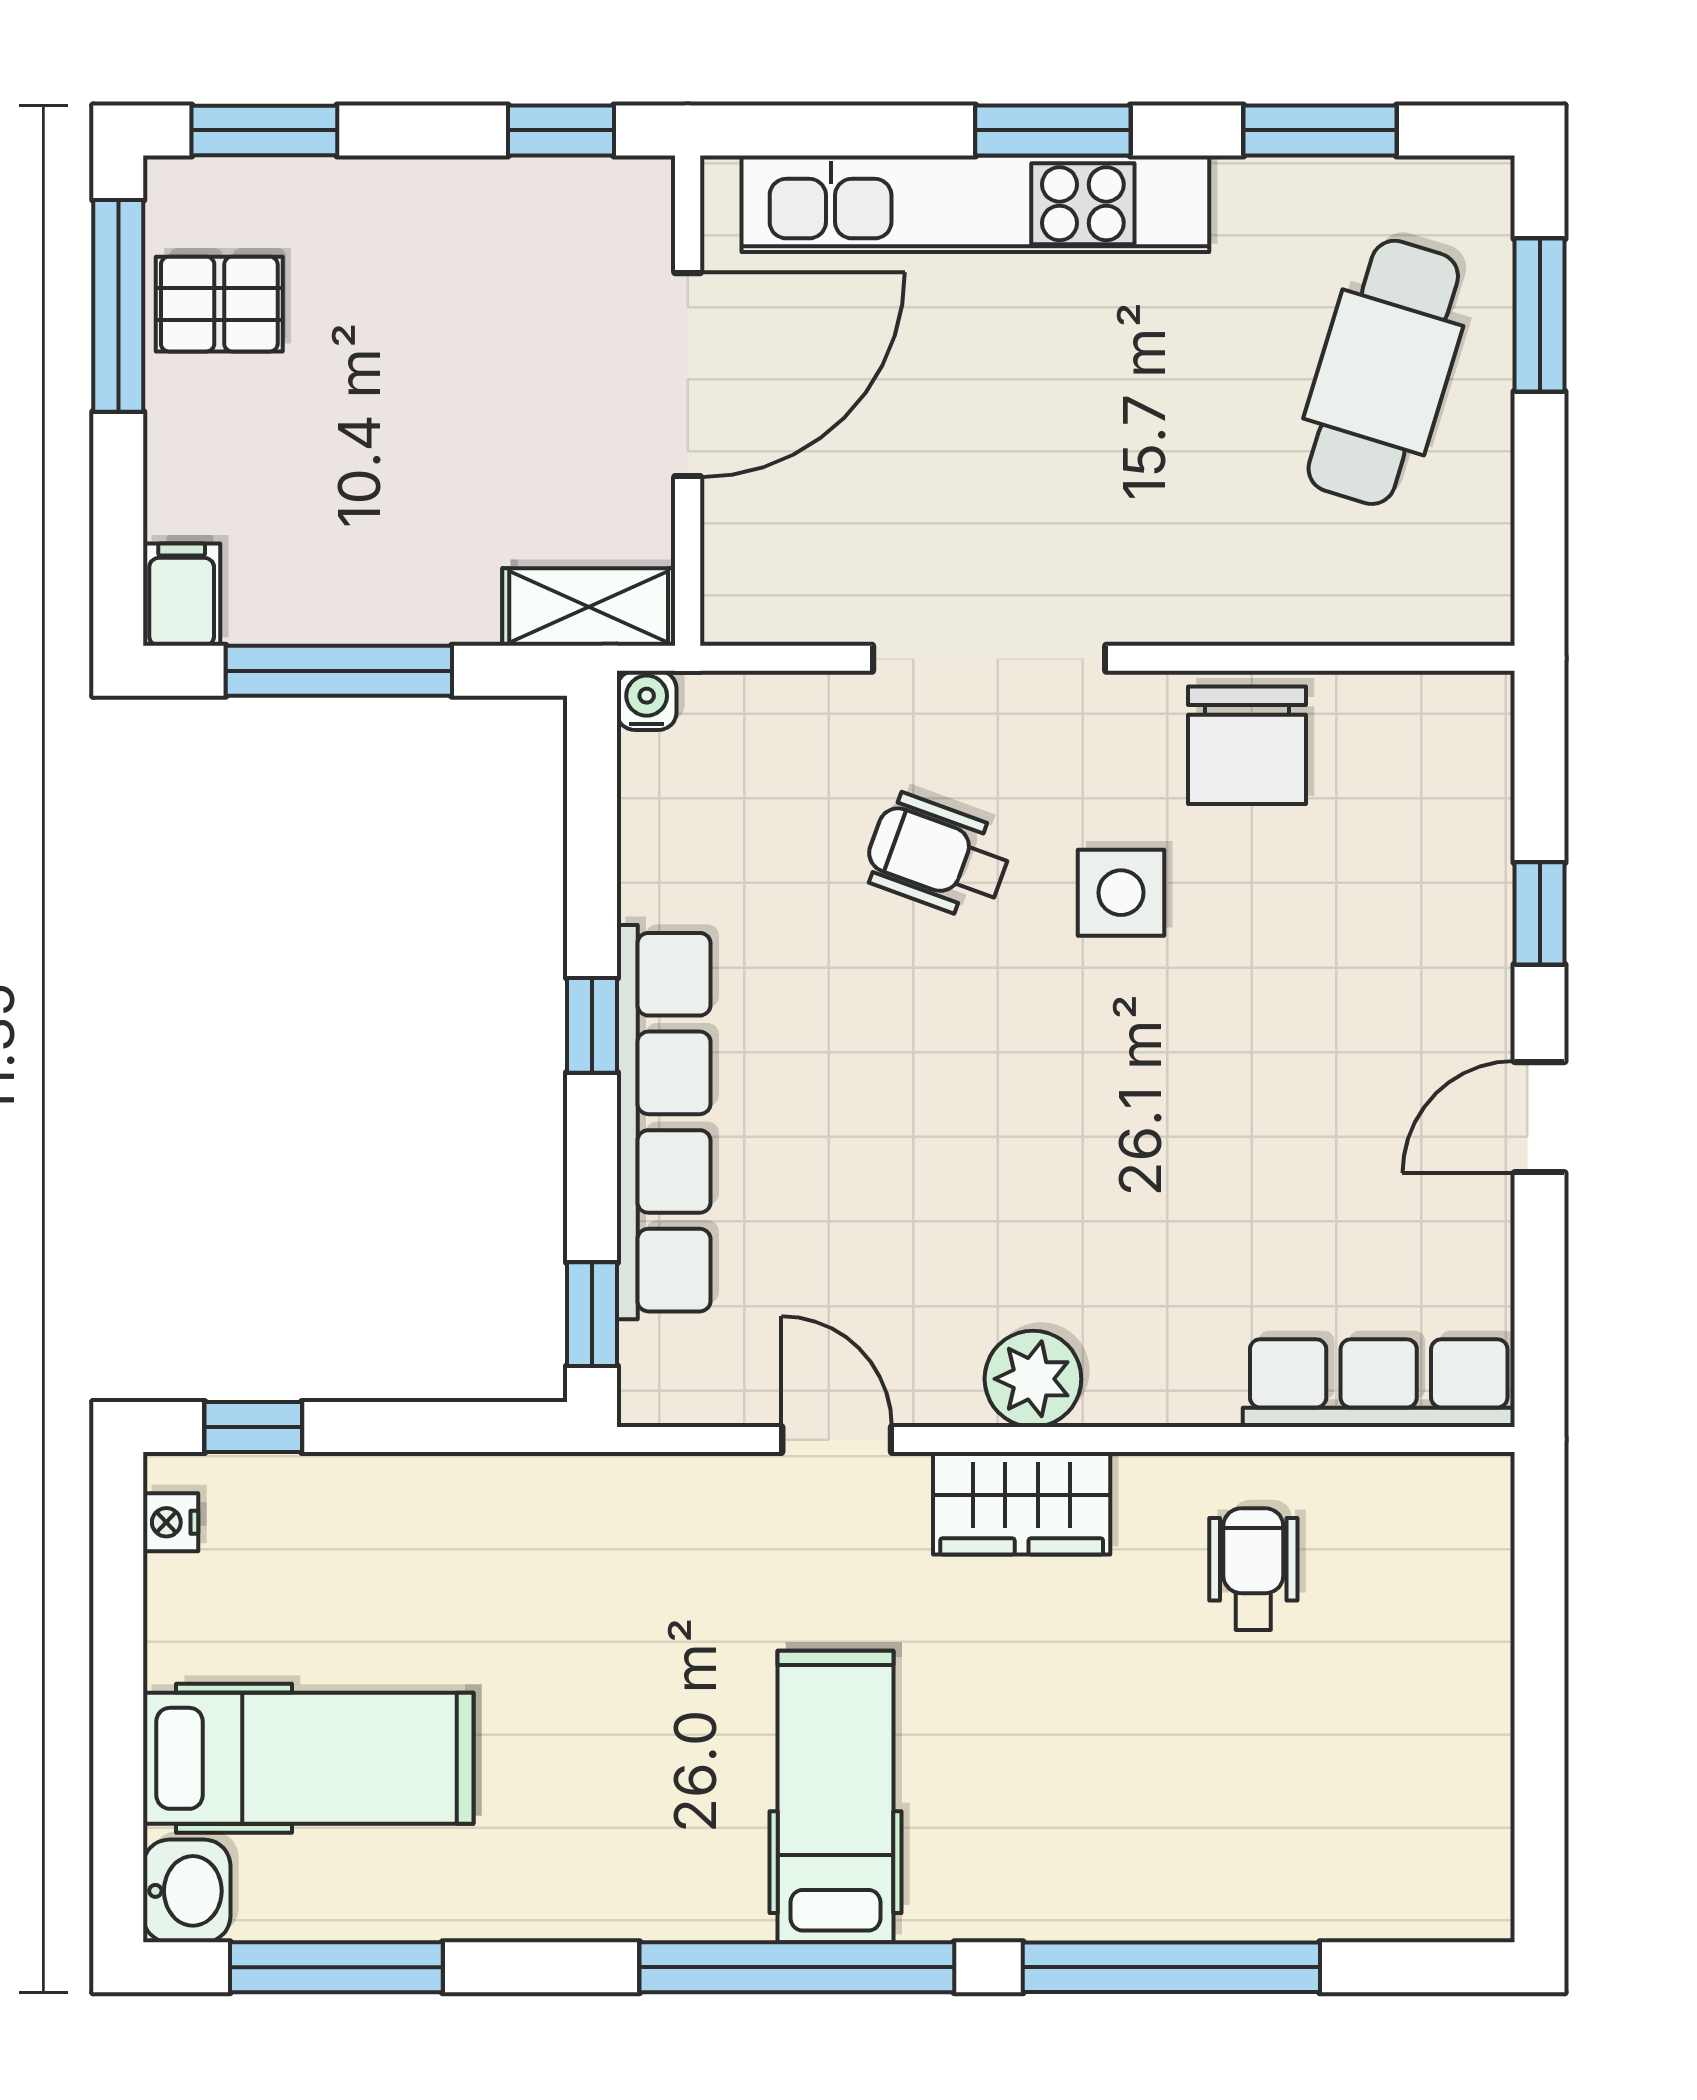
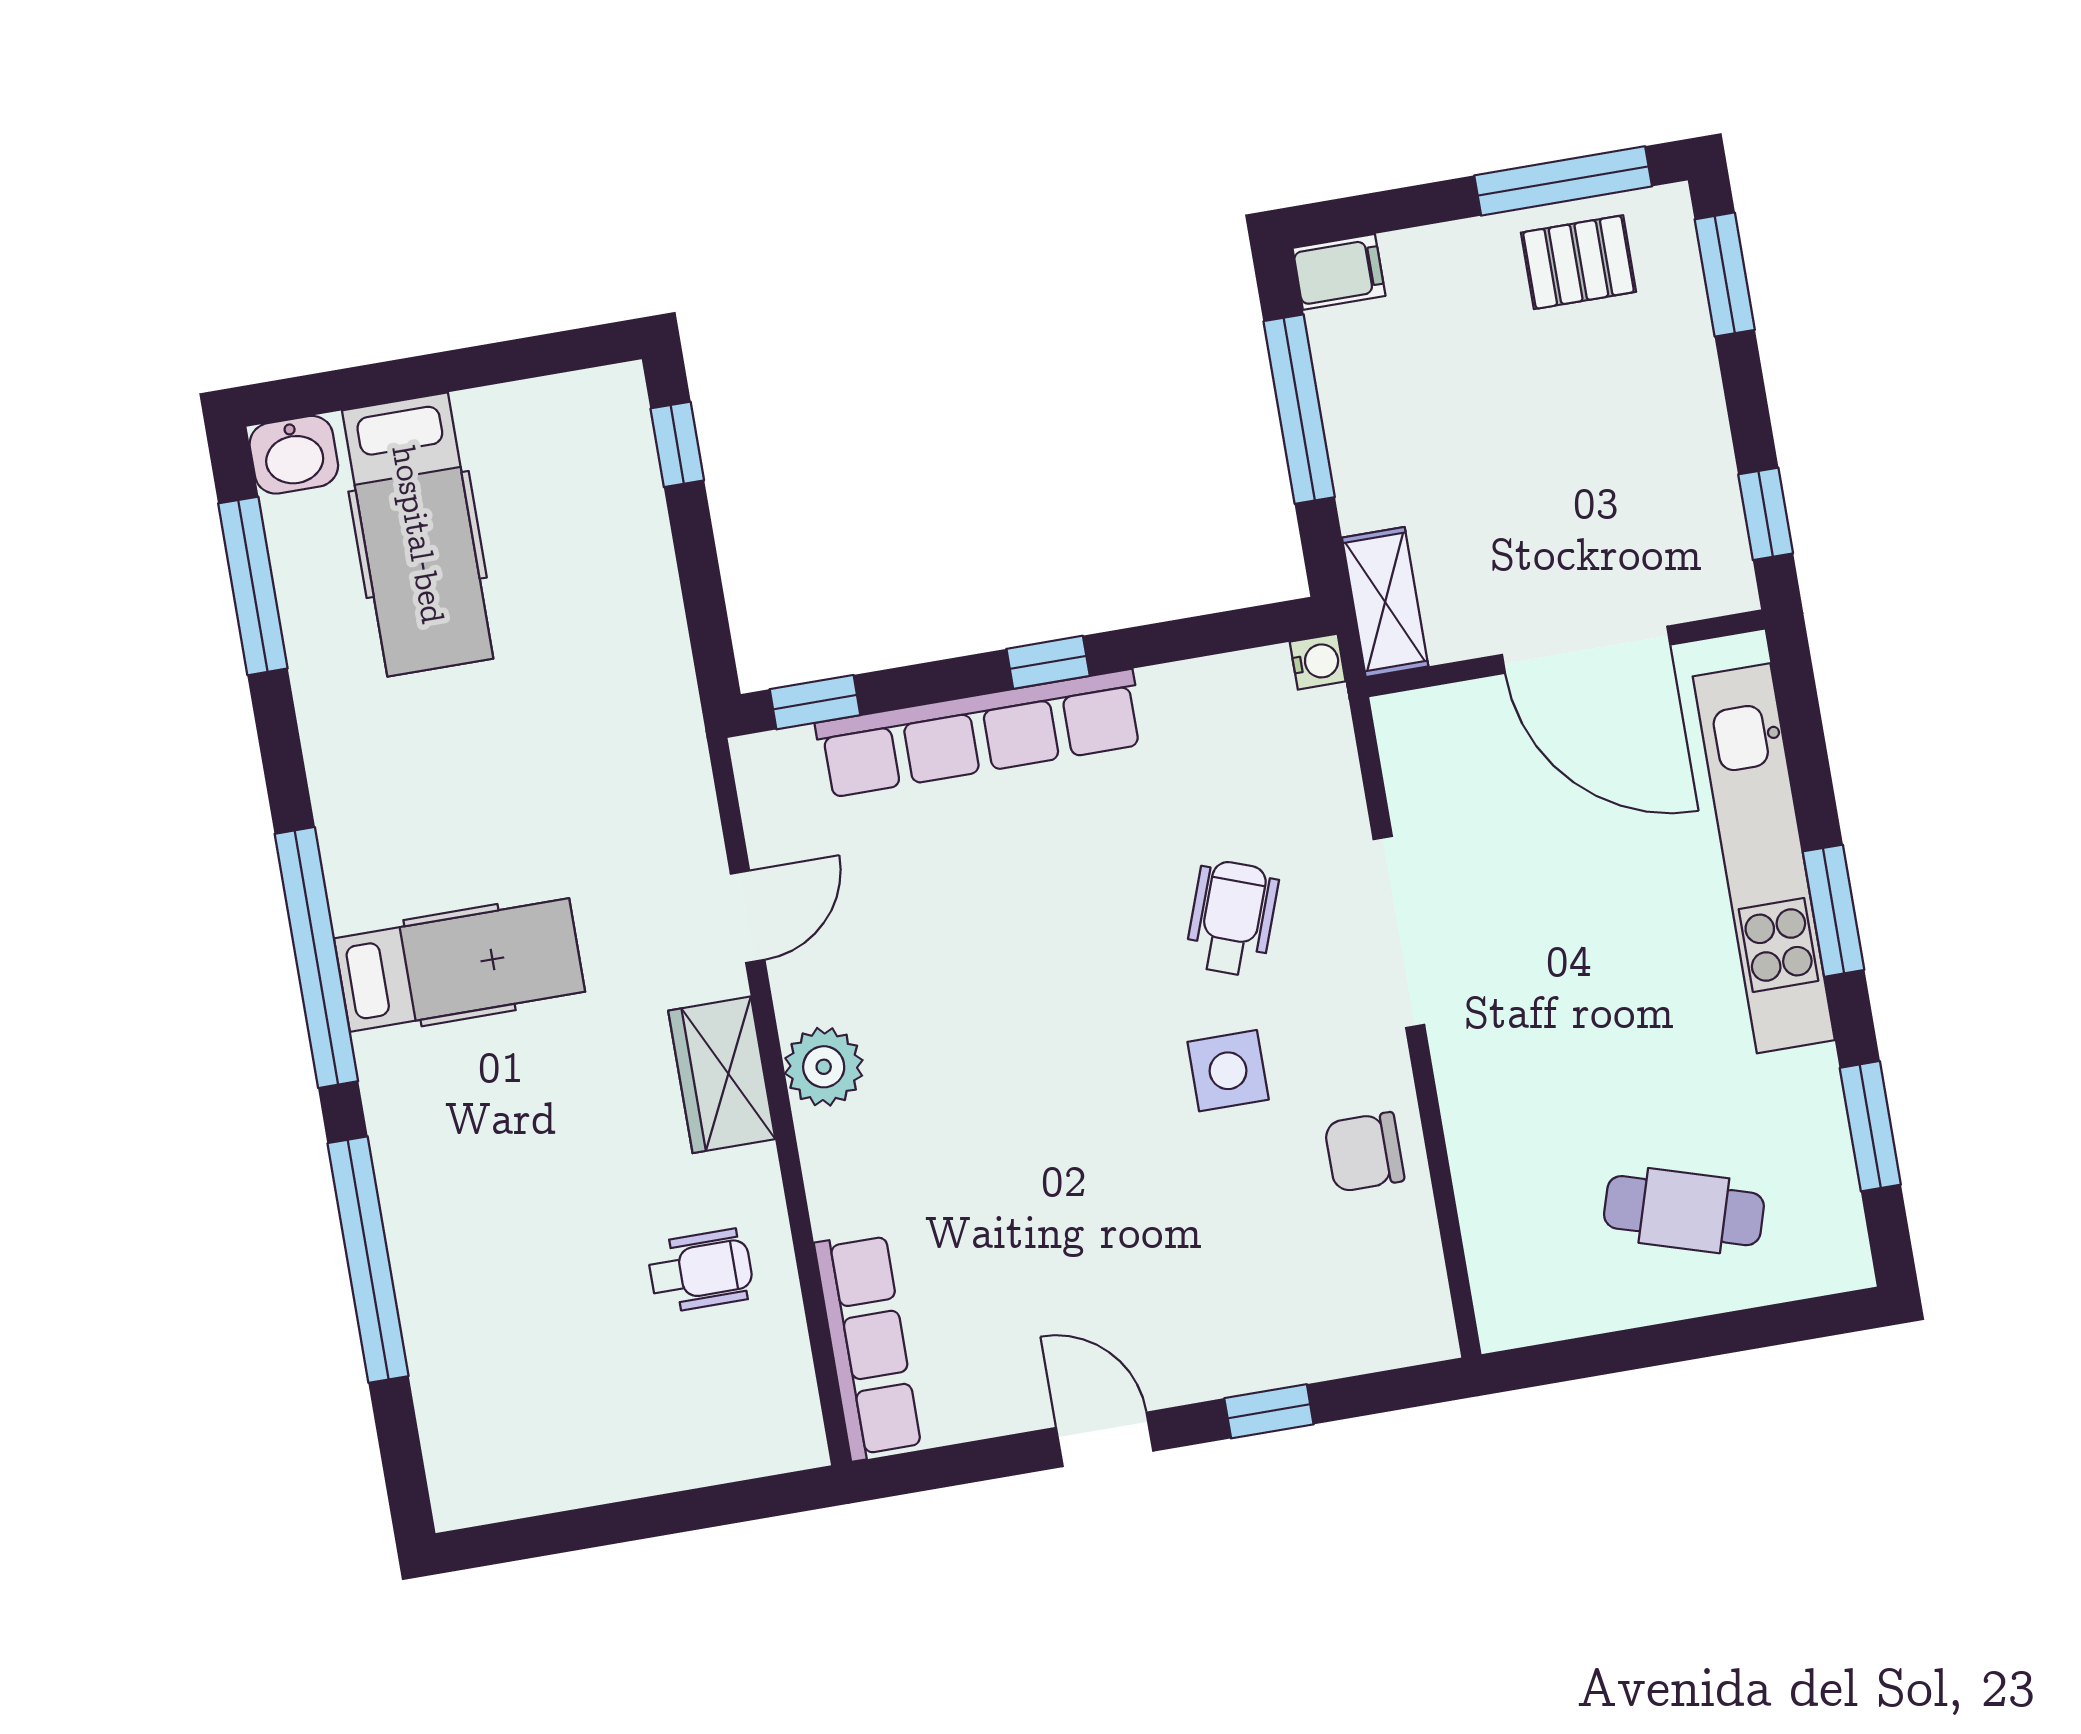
pallet: (219, 304) -> (1578, 262), turned 90
window: (1540, 315) -> (1752, 1329), removed
cafe table: (1383, 372) -> (1684, 1211), width x0.73, depth x0.74
chair: (1247, 745) -> (1364, 1152), width x0.73, depth x0.73
nightstand: (171, 1522) -> (589, 391), removed

